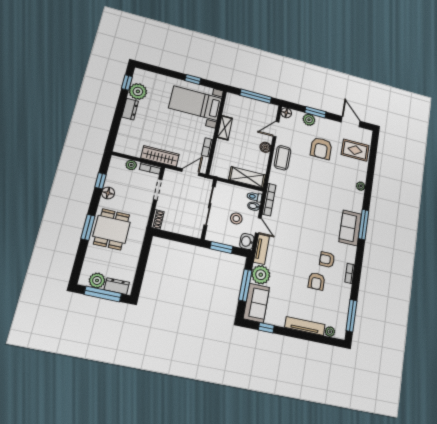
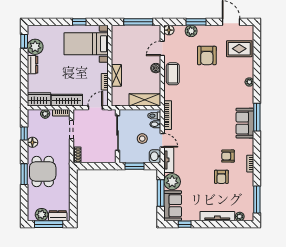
shelving: (225, 128) -> (116, 75), moved
wardrobe: (128, 147) -> (39, 99), added

